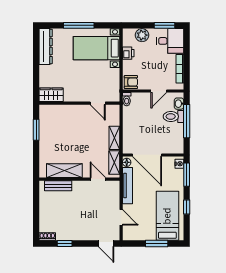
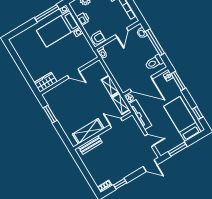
window: (79, 25) -> (47, 13), moved
dresser: (46, 47) -> (21, 50), removed
door: (98, 103) -> (74, 74), moved
toilet: (173, 116) -> (154, 62), moved
window: (187, 207) -> (198, 113), moved
window: (157, 243) -> (178, 149), moved

